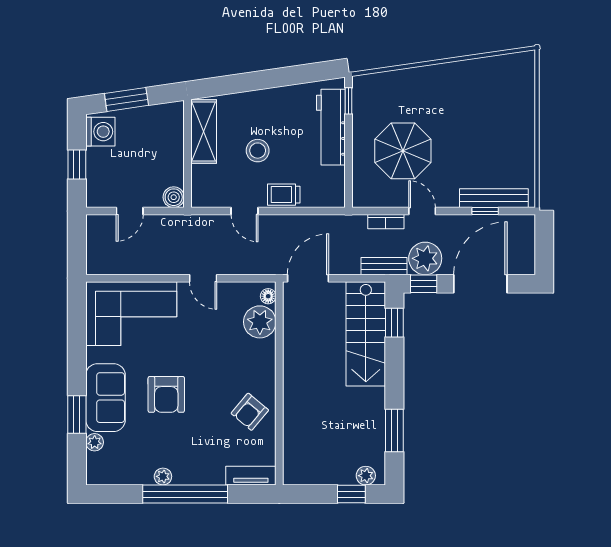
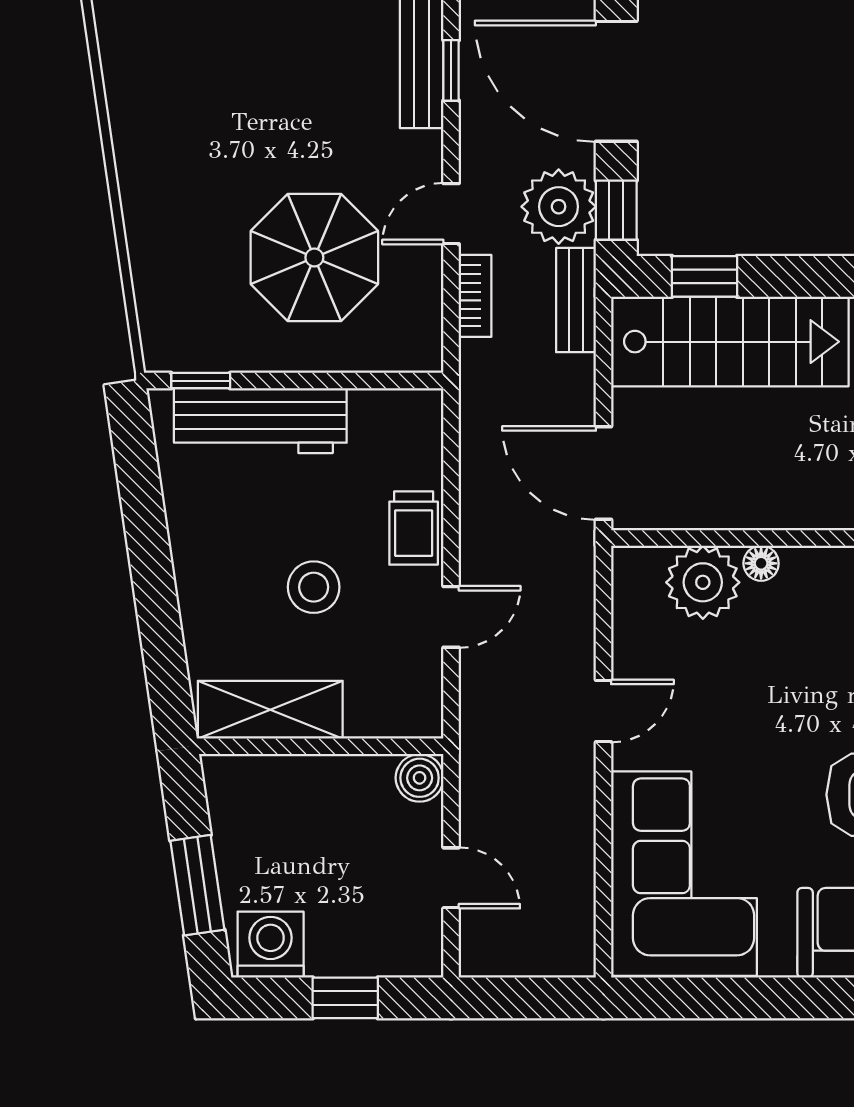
floor lamp: (268, 296) -> (761, 563), moved

